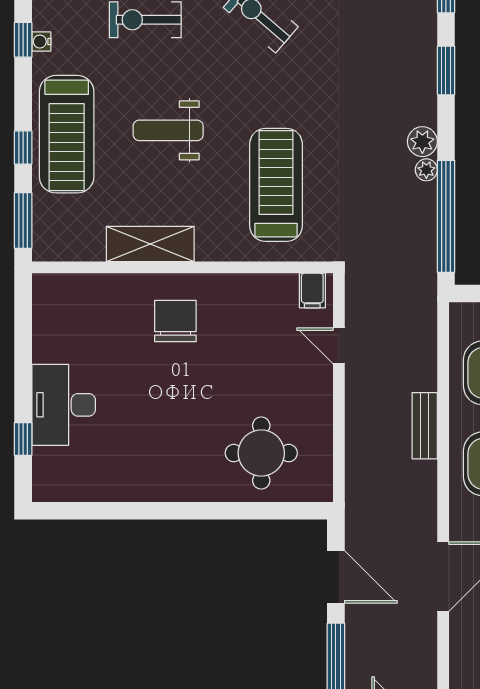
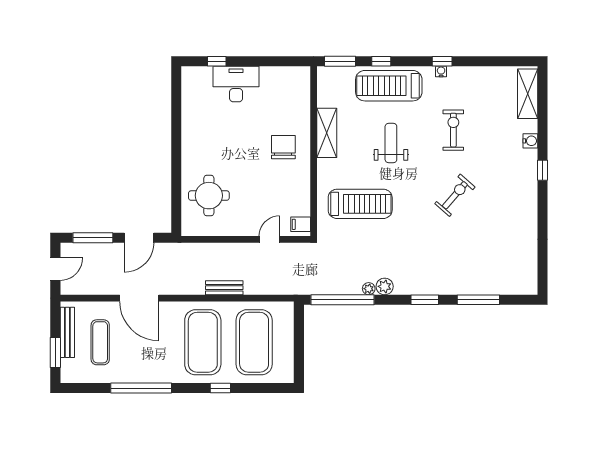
chair: (175, 321) -> (283, 147), turned -90

